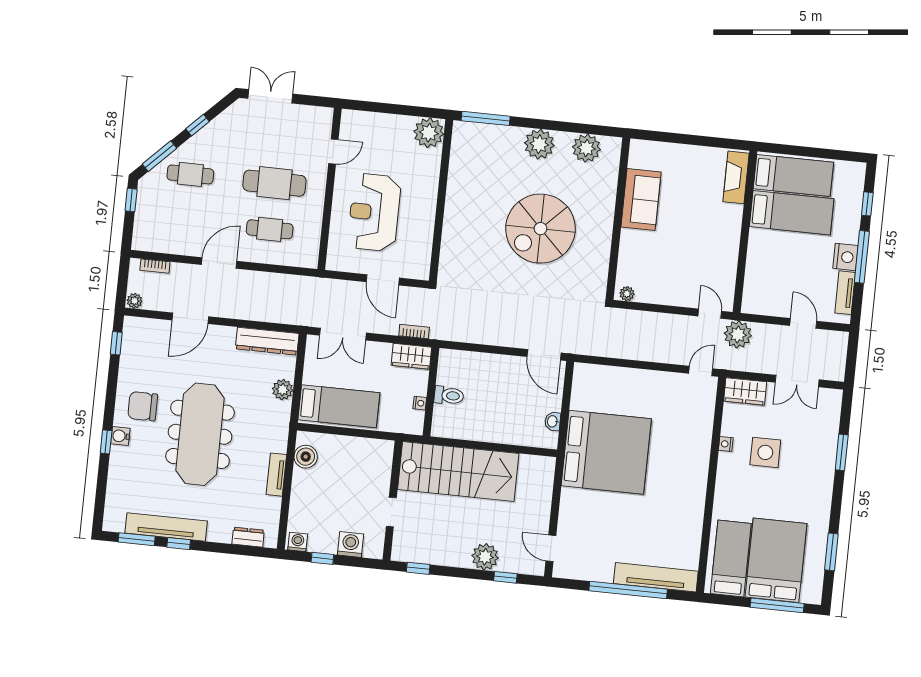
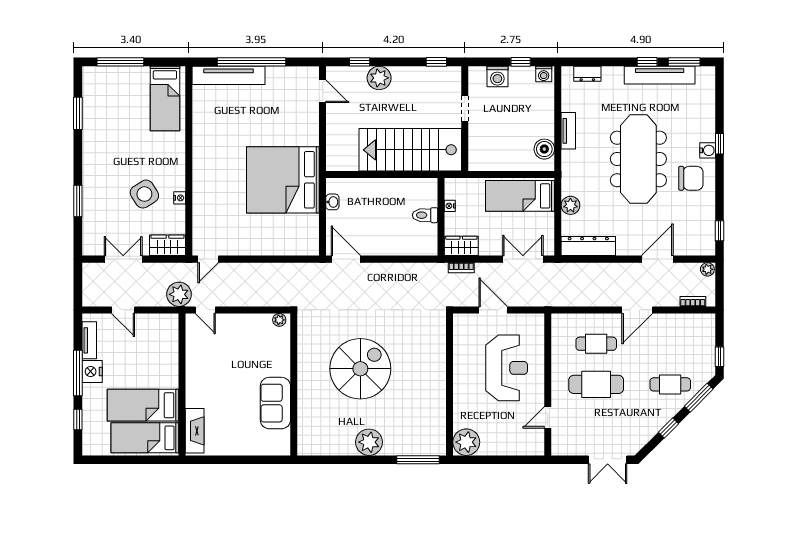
plant: (586, 148) -> (328, 443), removed
side table: (765, 452) -> (144, 194), turned -32
bed: (776, 560) -> (125, 101), removed

